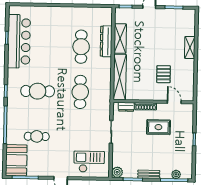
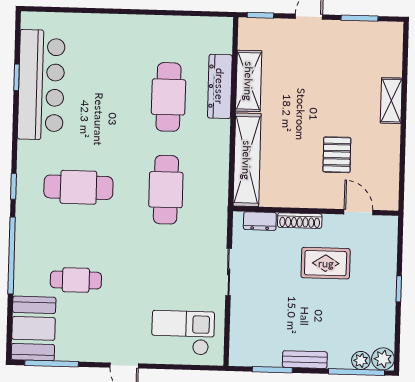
plant: (117, 172) -> (383, 359), moved

